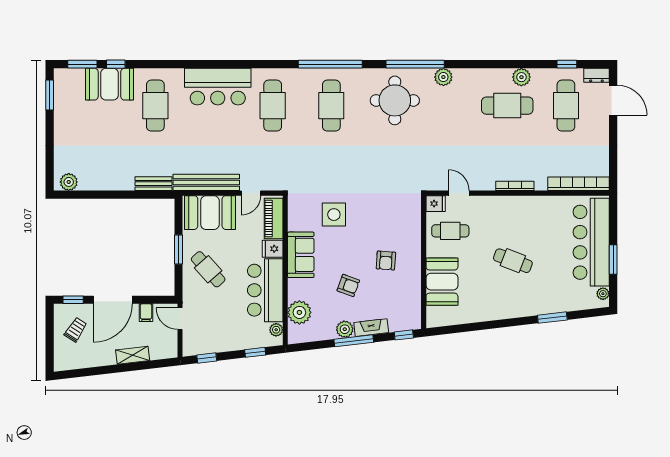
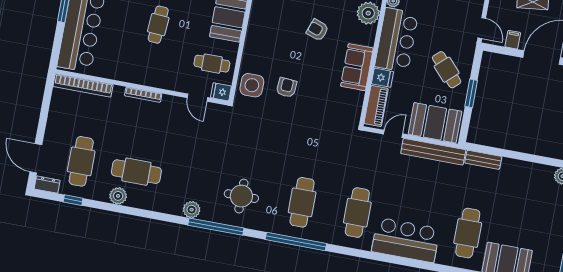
round table: (395, 100) -> (241, 196), width x0.73, depth x0.73
side table: (334, 215) -> (252, 85), moved
armchair: (386, 261) -> (287, 88), moved
cafe table: (513, 261) -> (158, 25), turned 73

